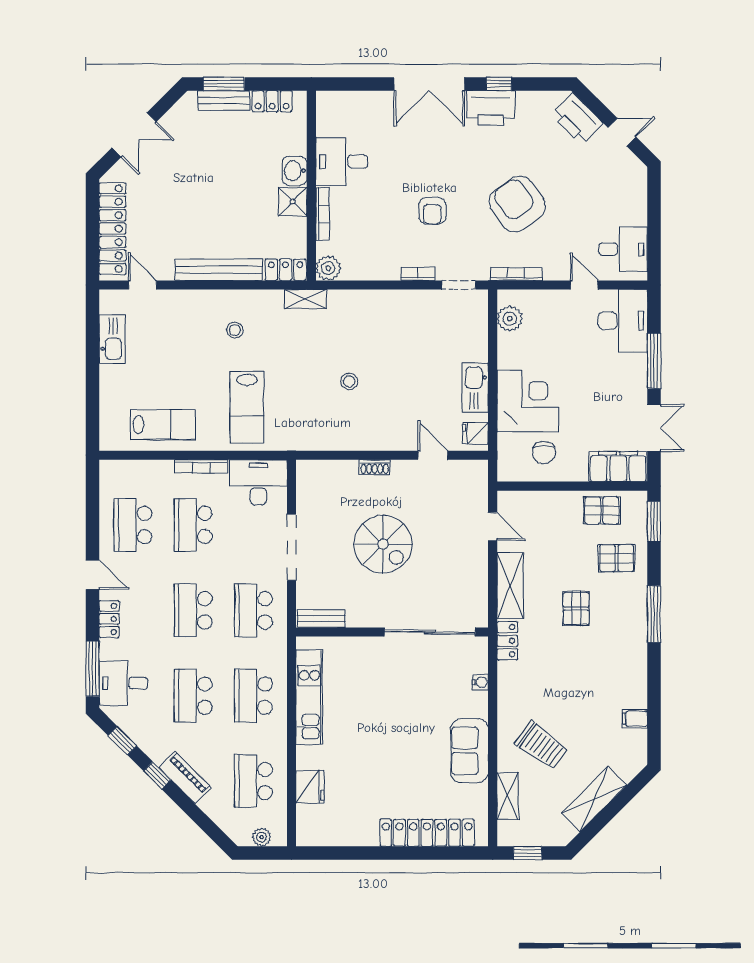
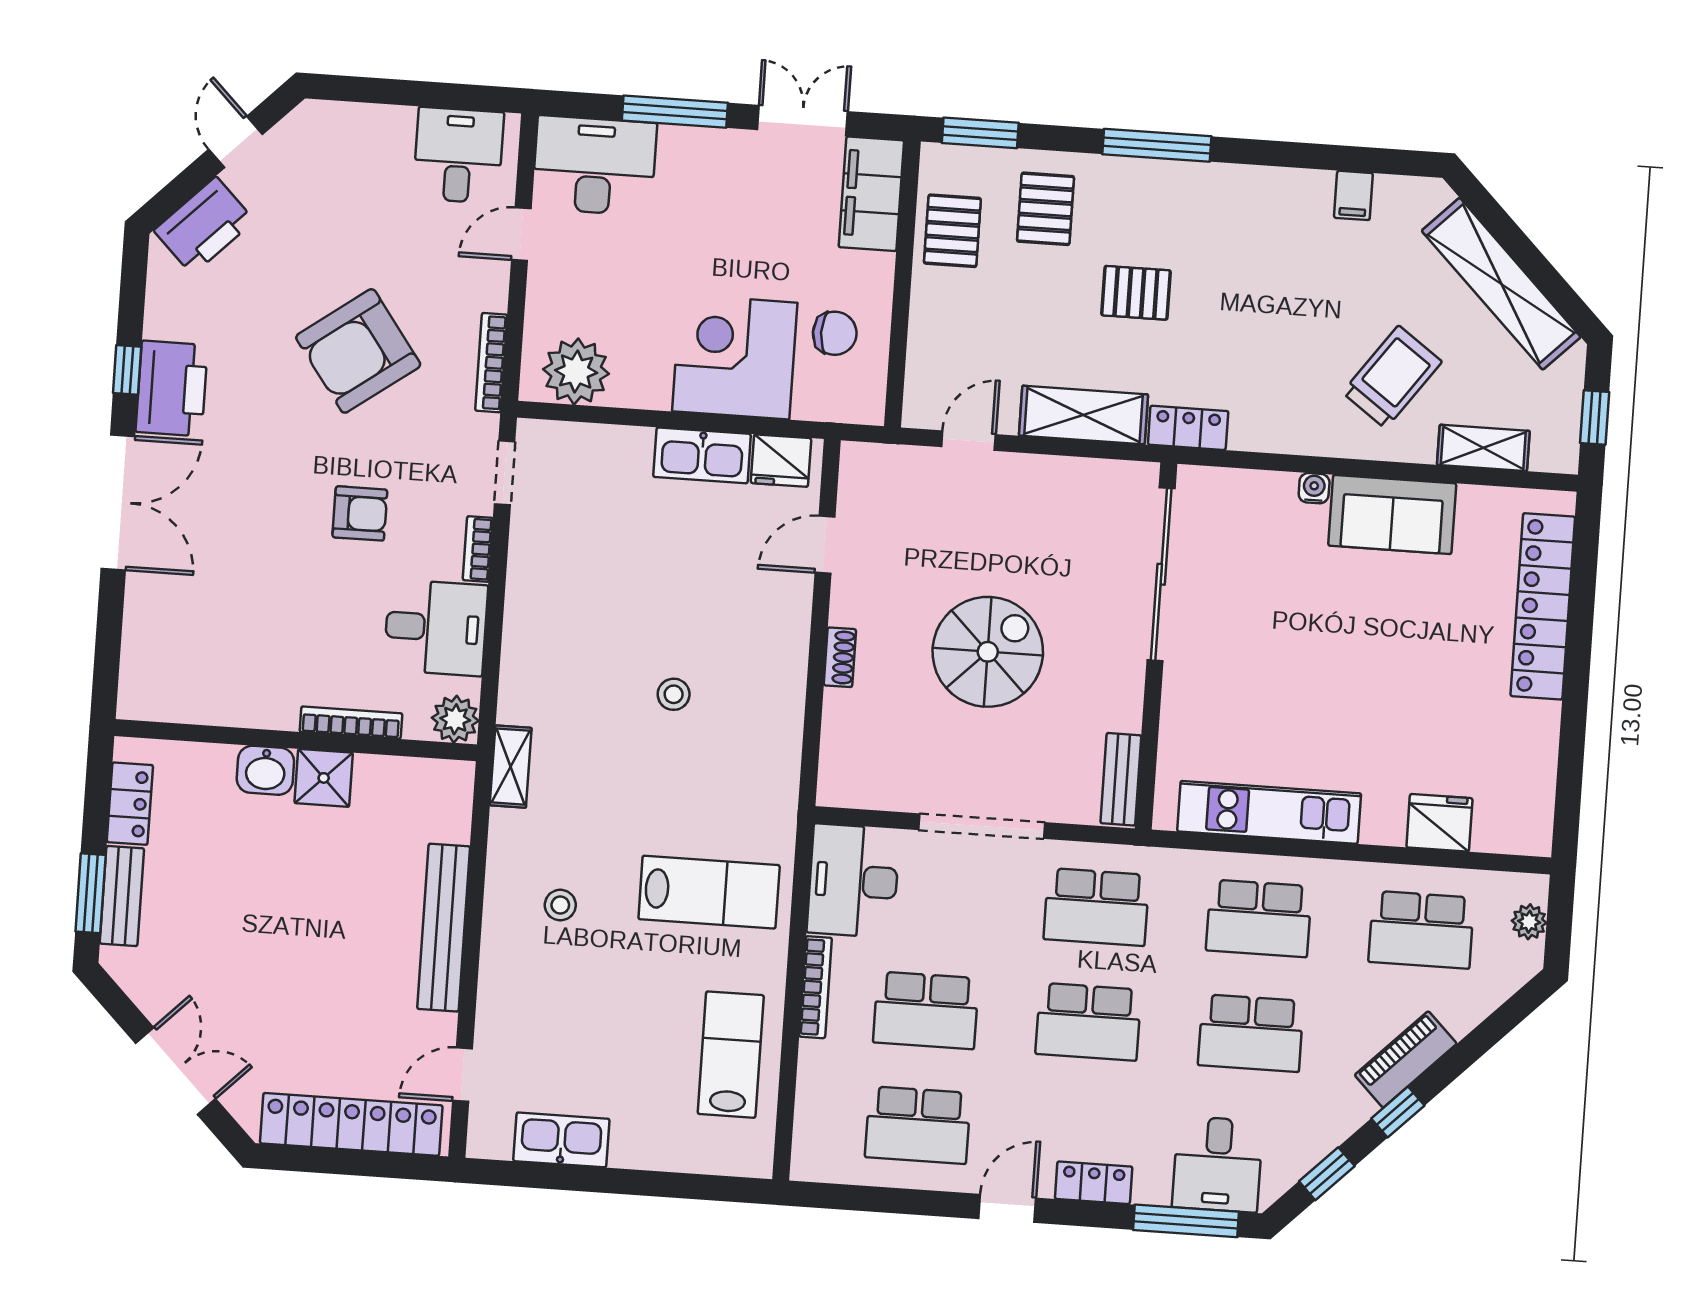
desk: (342, 162) -> (436, 628), moved, turned -90
locker: (286, 270) -> (453, 801), removed
plant: (510, 319) -> (576, 371), width x1.36, depth x1.36
fridge: (475, 433) -> (781, 461), width x1.38
water cooler: (480, 682) -> (1314, 488), moved
shelving: (594, 799) -> (1501, 284), width x1.47

